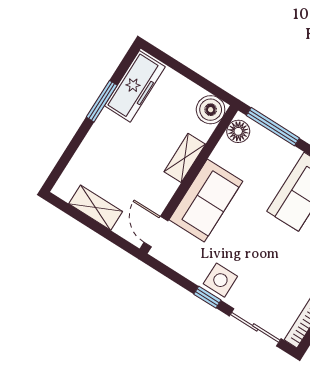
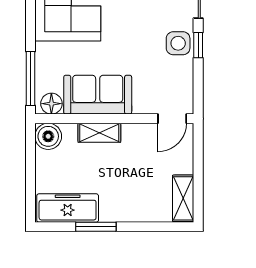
sofa: (206, 200) -> (98, 95), moved
shelving: (96, 208) -> (183, 198), moved

